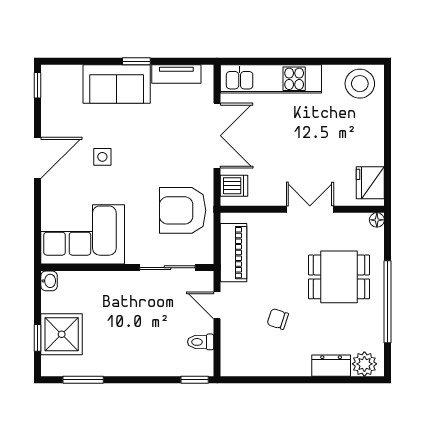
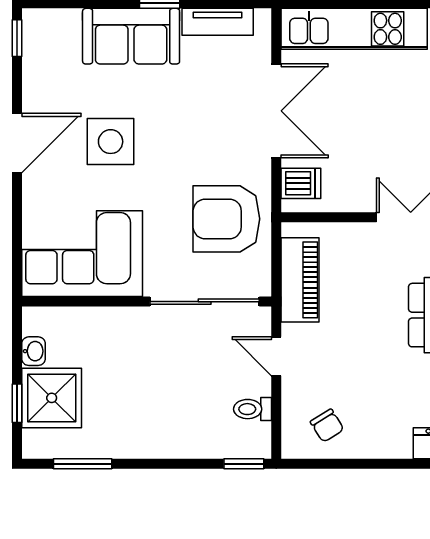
side table: (102, 157) -> (111, 142), width x1.87, depth x1.87
sliding door: (167, 268) -> (205, 302), width x1.37
washbasin: (49, 281) -> (33, 351), moved
chair: (278, 319) -> (327, 426), moved, turned -140

